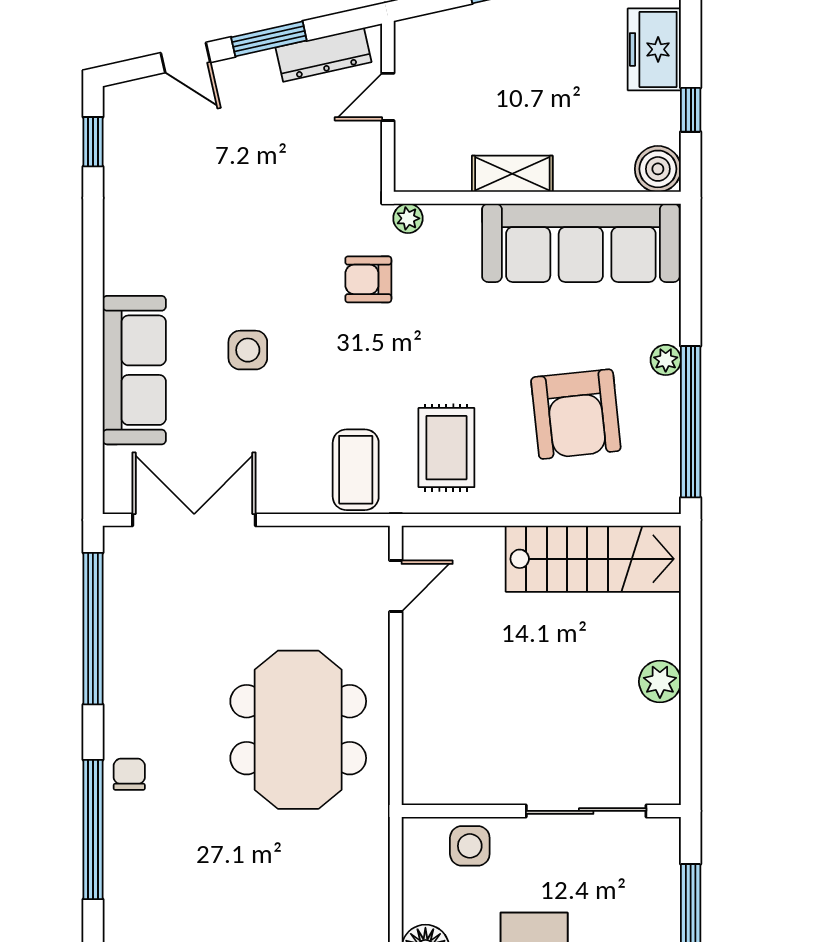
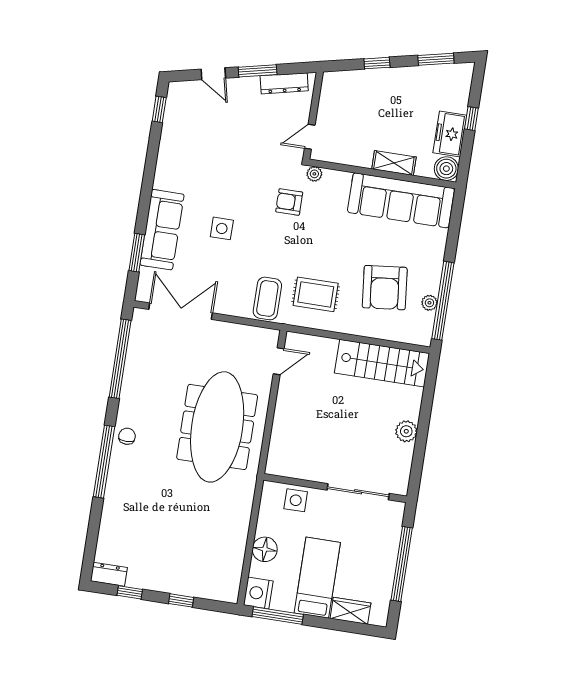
freezer: (654, 49) -> (450, 134), moved
door: (388, 97) -> (310, 137), moved
window: (691, 110) -> (471, 119), moved
shelving: (512, 174) -> (394, 163), moved
plant: (666, 360) -> (429, 303), moved
window: (93, 422) -> (137, 253), added
rug: (446, 448) -> (316, 294), turned 90
meeting table: (298, 730) -> (217, 427), width x1.36

